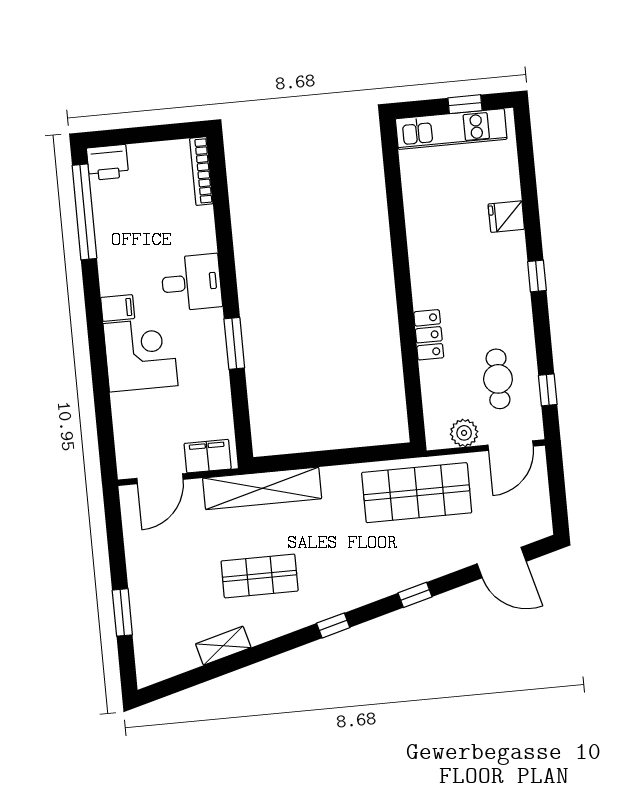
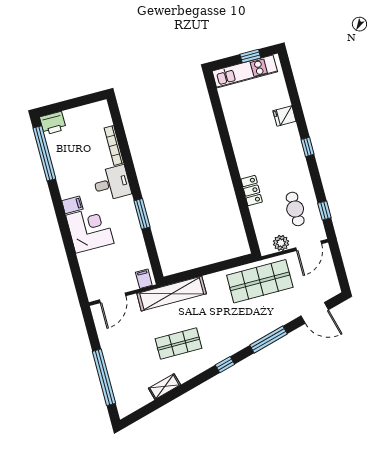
bookcase: (201, 171) -> (114, 145), moved
filing cabinet: (208, 456) -> (144, 279), width x0.50
window: (415, 595) -> (269, 340), width x2.17
window: (122, 612) -> (104, 377), width x2.11

